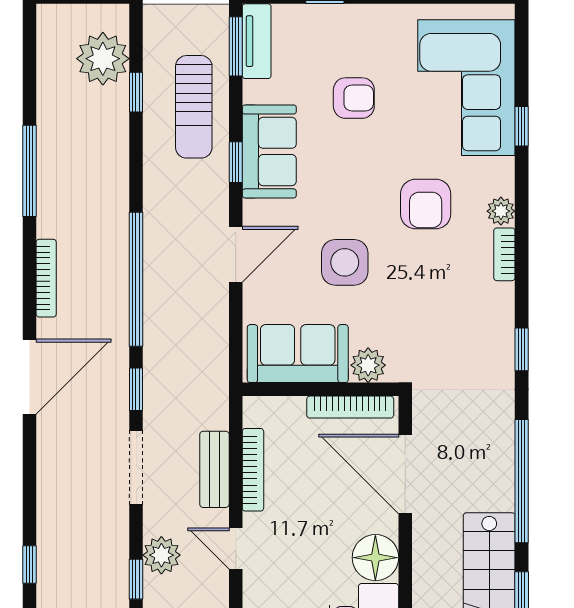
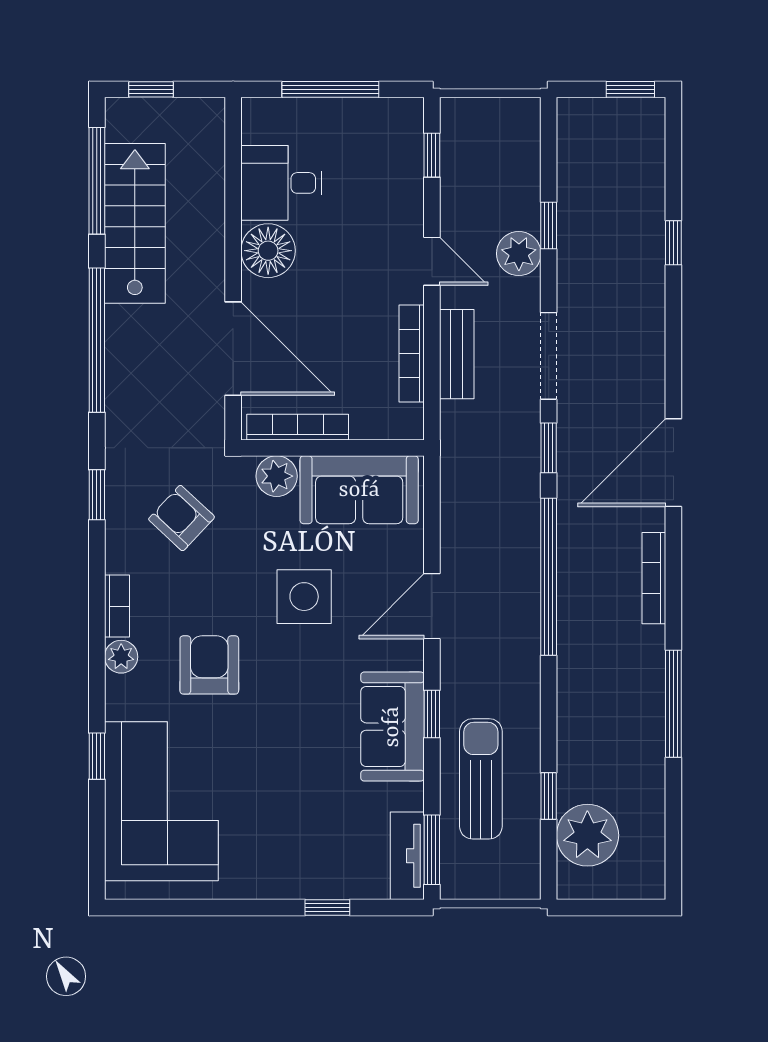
armchair: (354, 98) -> (182, 518), moved, turned 43

